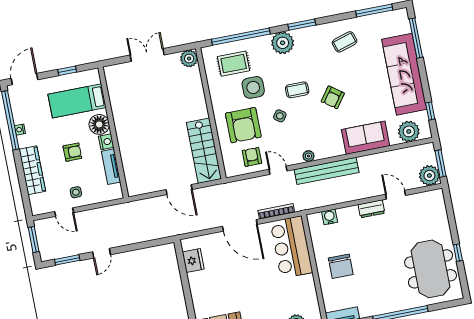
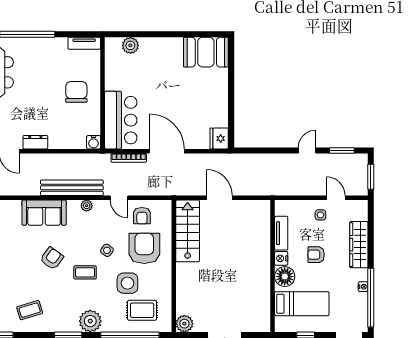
sofa: (366, 138) -> (44, 213), moved
water cooler: (330, 217) -> (94, 142), moved
fridge: (193, 261) -> (219, 138), moved

